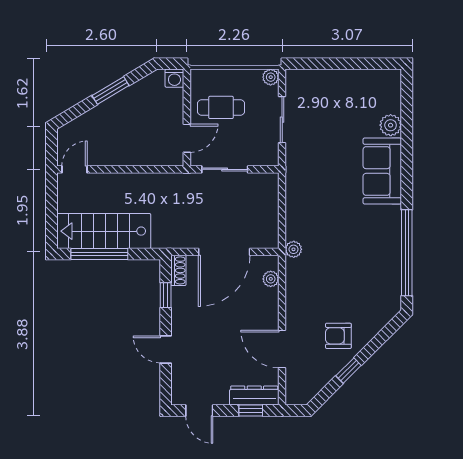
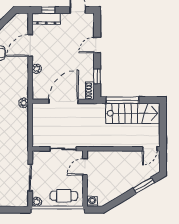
window: (111, 91) -> (144, 185), moved
cafe table: (221, 107) -> (64, 196), moved
window: (99, 254) -> (123, 100), moved
plant: (271, 279) -> (37, 69), moved
door: (282, 349) -> (30, 45), swing flipped
door: (166, 350) -> (97, 45), swing flipped

